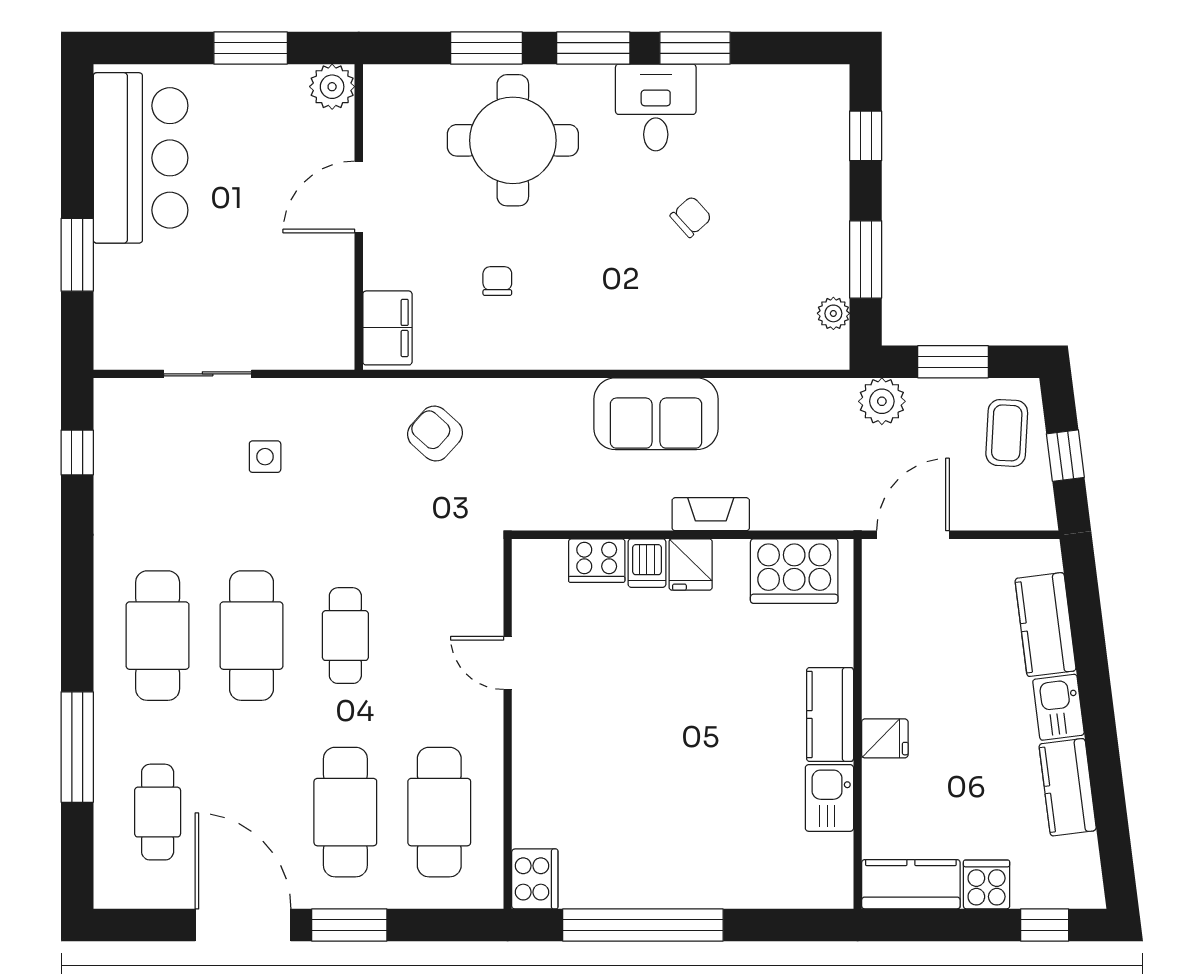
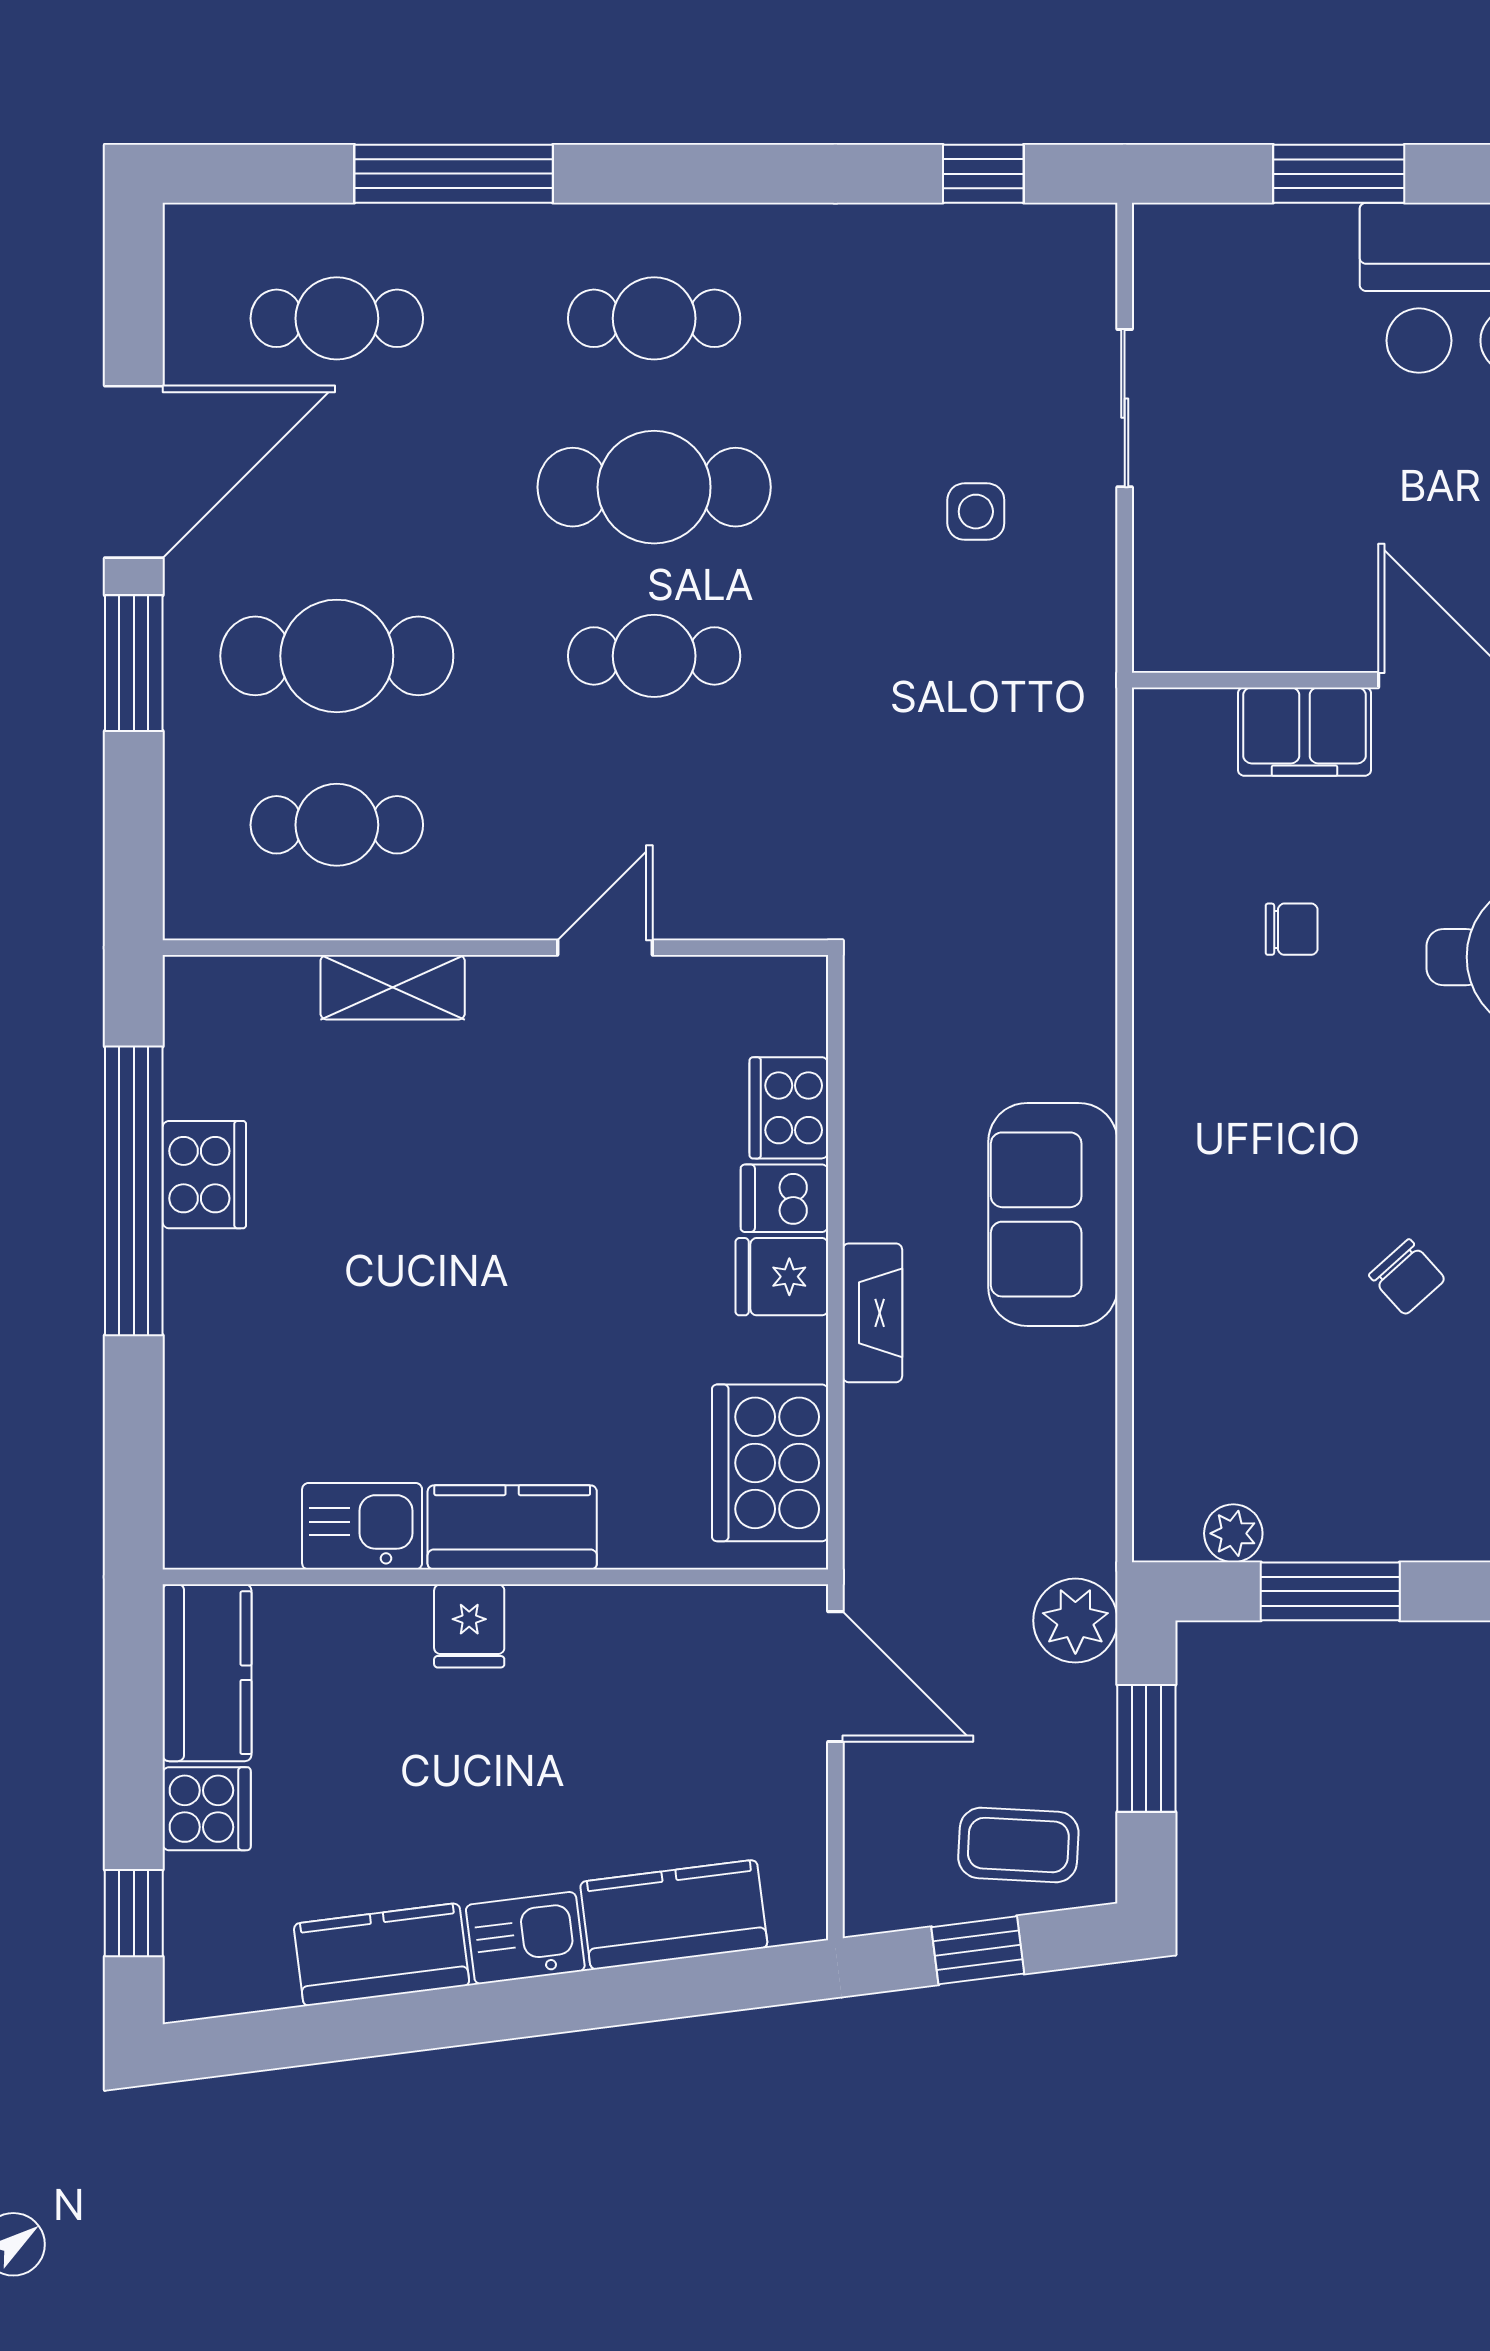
filing cabinet: (387, 328) -> (1305, 732), moved
armchair: (435, 434) -> (1017, 817), removed
cafe table: (158, 636) -> (654, 318), width x0.73, depth x0.74
shelving: (530, 781) -> (393, 987), added
cafe table: (439, 812) -> (337, 825), width x0.73, depth x0.74
cooker: (535, 879) -> (204, 1175), moved, turned -90

